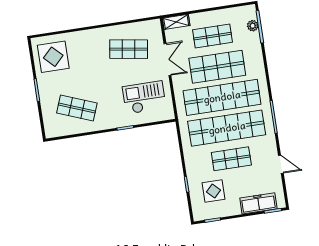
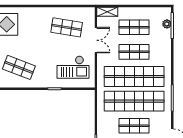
shop shelf: (217, 67) -> (134, 52), width x0.70, depth x0.74
checkout: (144, 97) -> (73, 67), turned 180

